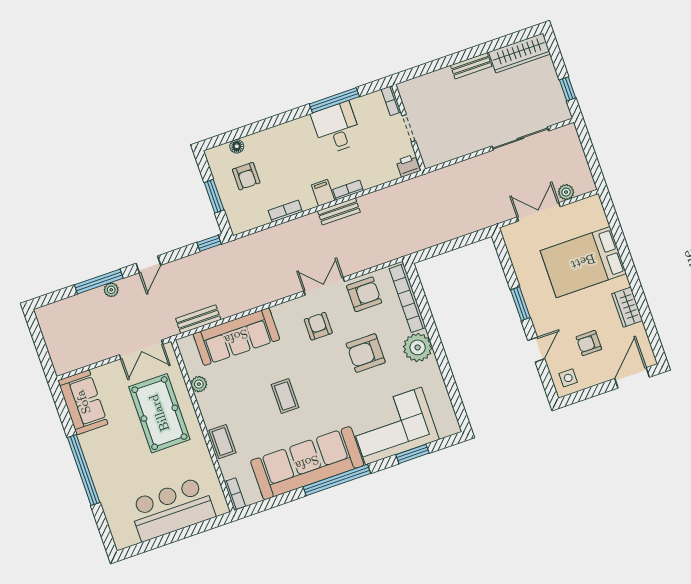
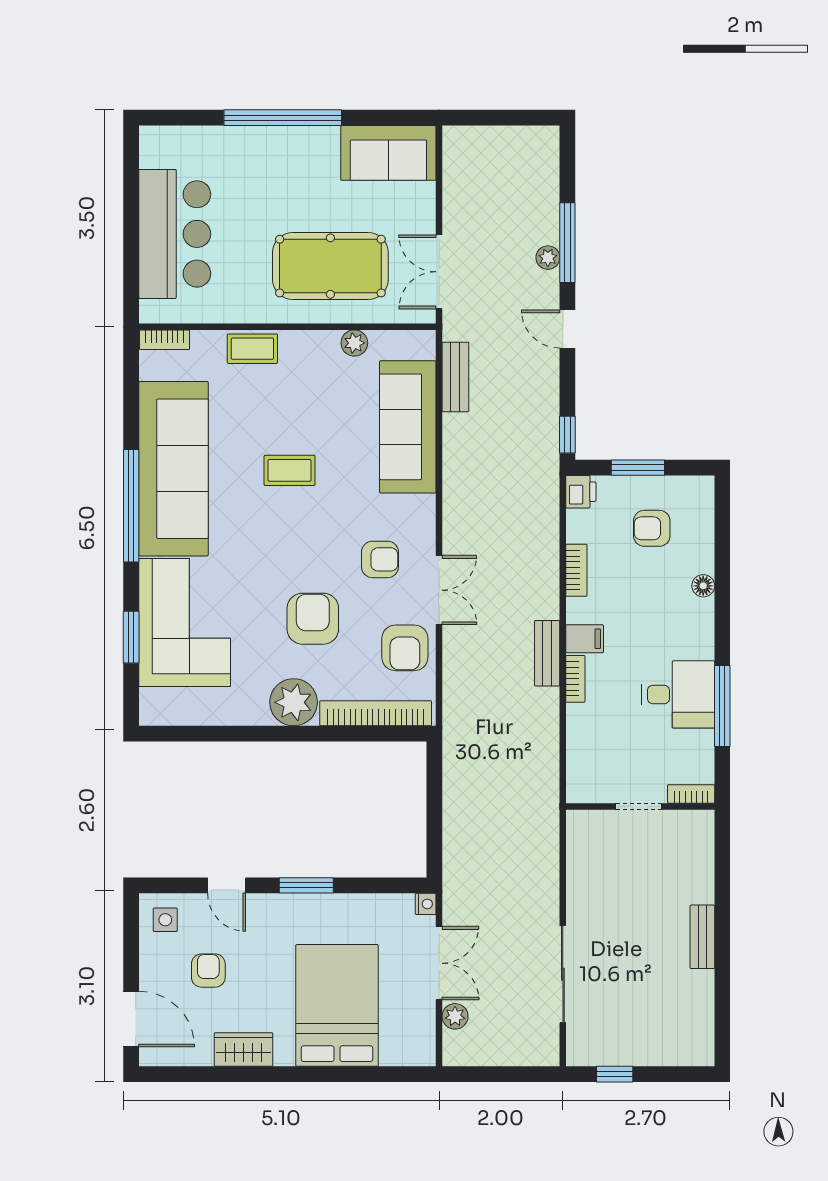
wardrobe: (519, 53) -> (696, 1019), removed
floor lamp: (237, 146) -> (703, 586), moved
printer: (408, 166) -> (581, 492), moved
nightstand: (507, 231) -> (426, 904), added

